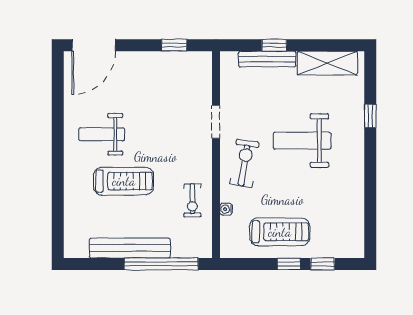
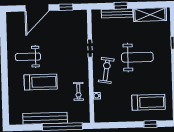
door: (94, 45) -> (37, 8), moved
weight bench: (302, 141) -> (137, 57), turned 180
treadmill: (280, 232) -> (149, 102), moved
window: (289, 264) -> (132, 125), removed

